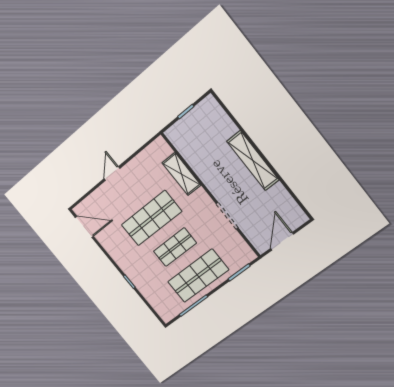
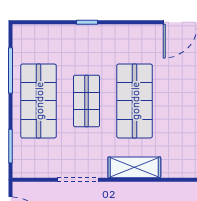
shelving: (181, 174) -> (134, 167), moved

